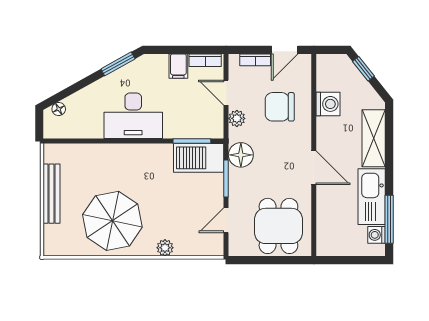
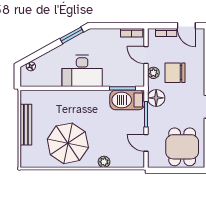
door: (285, 50) -> (186, 26), hinge flipped
filing cabinet: (178, 66) -> (113, 37), removed
chair: (280, 107) -> (175, 73), moved
door: (226, 220) -> (146, 143), hinge flipped

